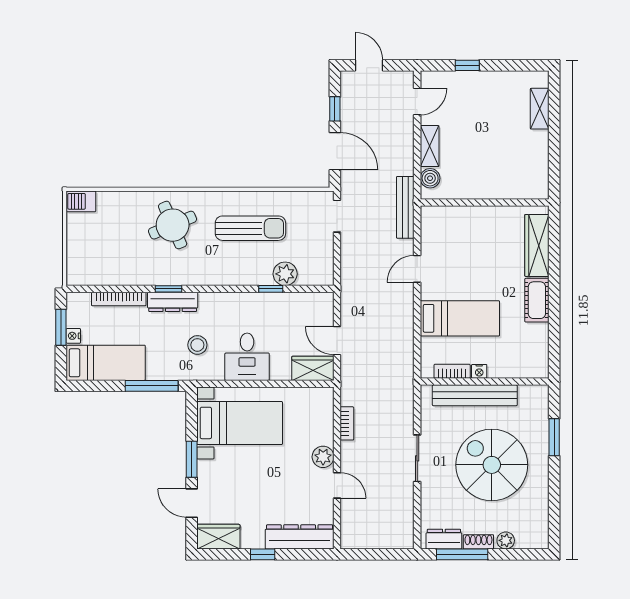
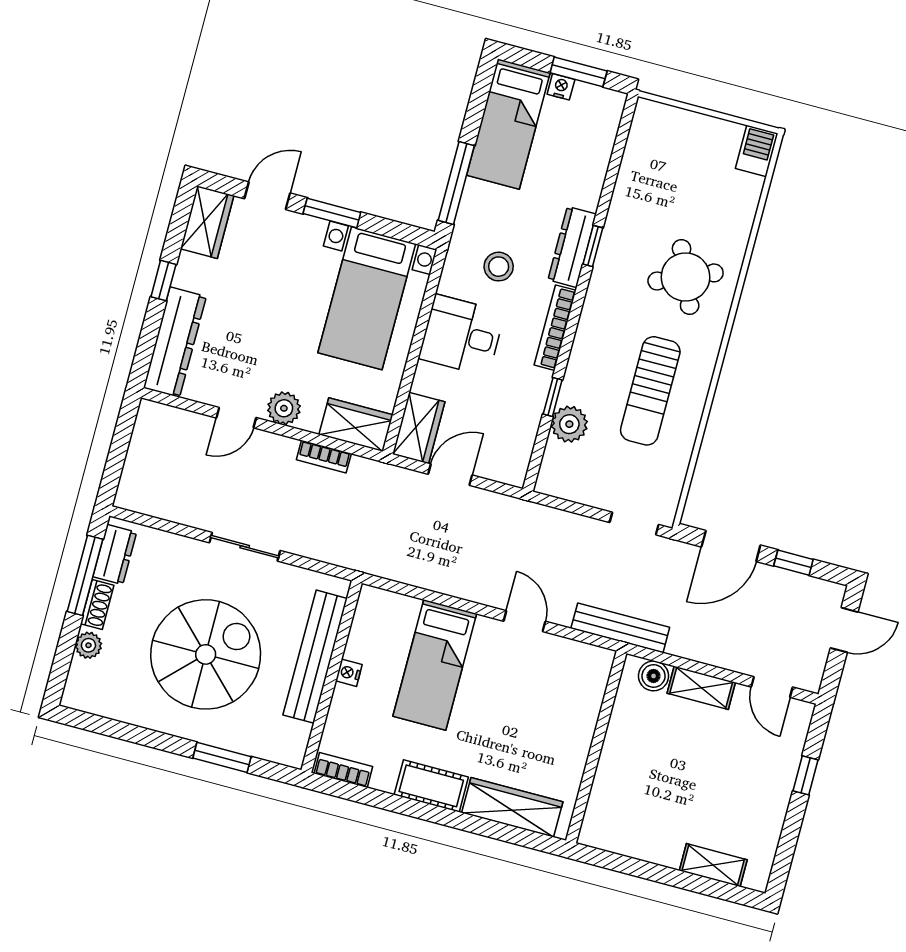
bookcase: (119, 299) -> (555, 328), moved
bookcase: (452, 371) -> (343, 770), moved, turned -90
wardrobe: (321, 409) -> (356, 425), added

